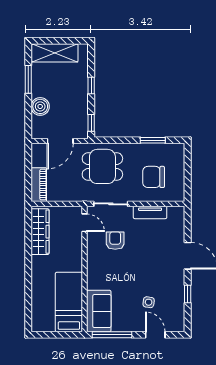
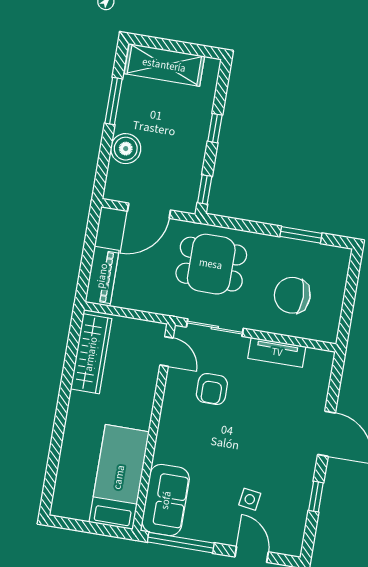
armchair: (115, 241) -> (212, 389), turned 180

